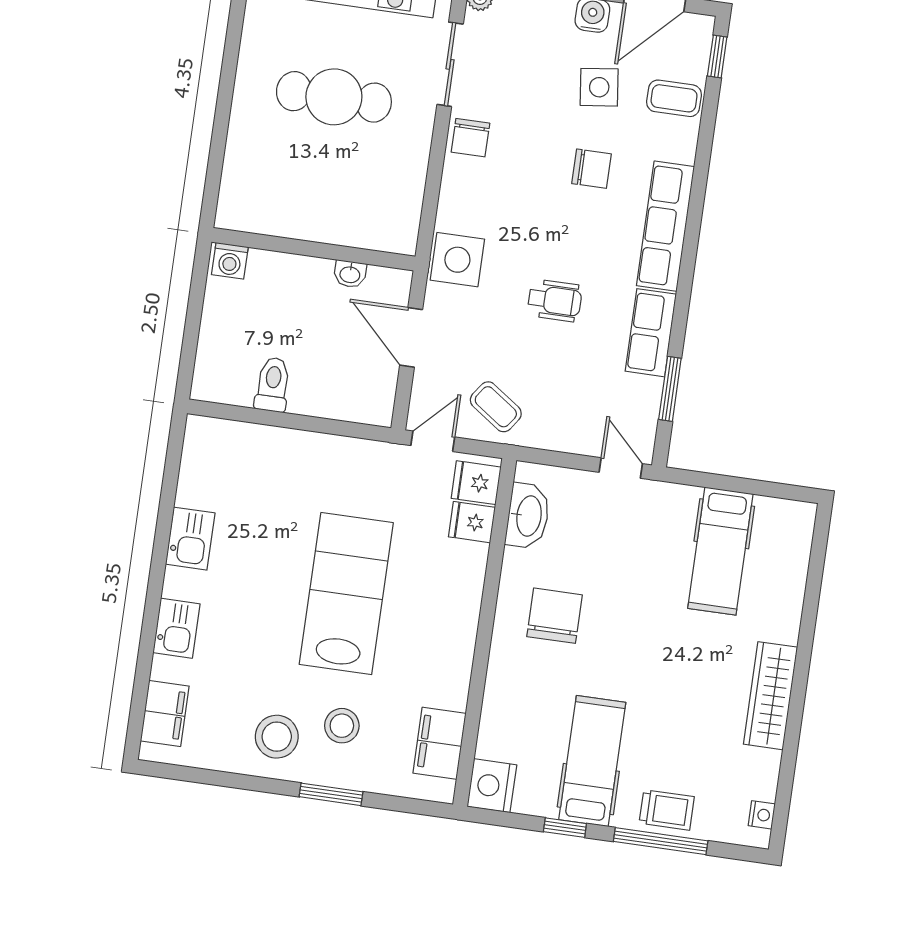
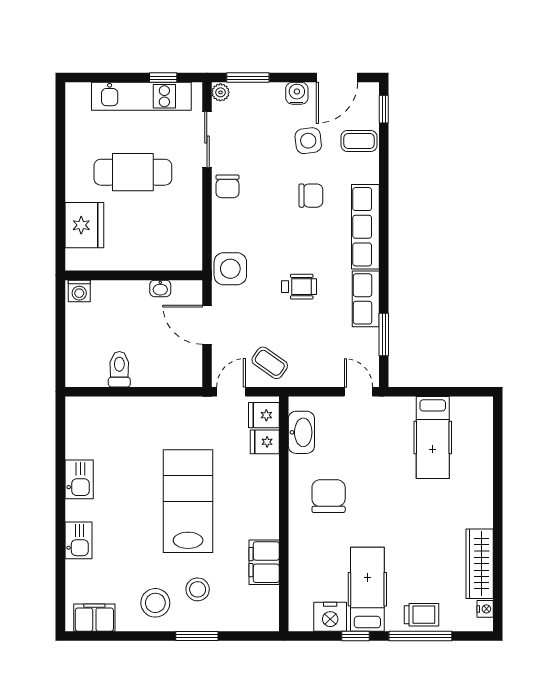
fridge: (251, 165) -> (84, 225), added
wardrobe: (771, 696) -> (480, 564), moved
filing cabinet: (165, 713) -> (94, 618), moved, turned -90
filing cabinet: (440, 743) -> (264, 562), moved
nightstand: (492, 786) -> (330, 617), moved, turned -90

